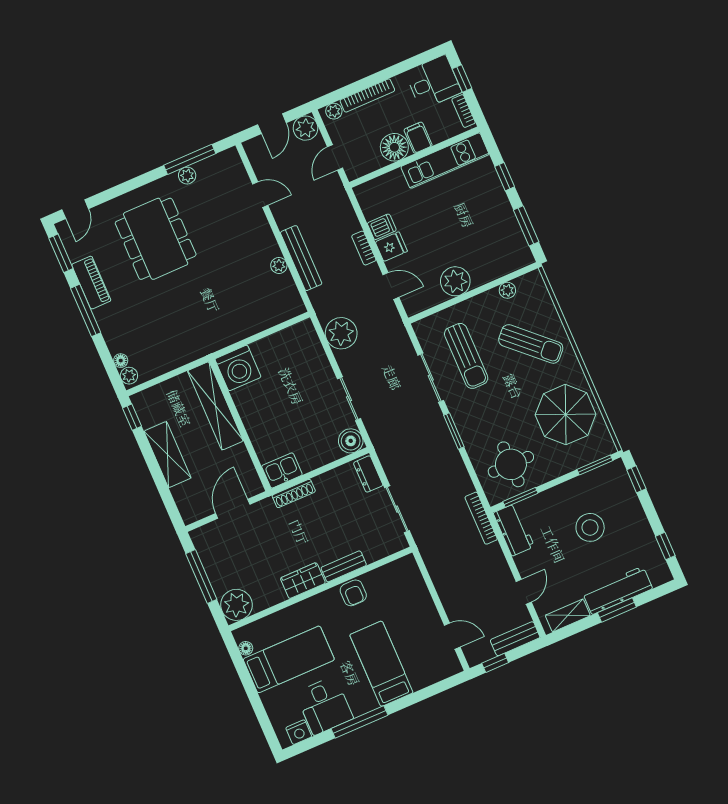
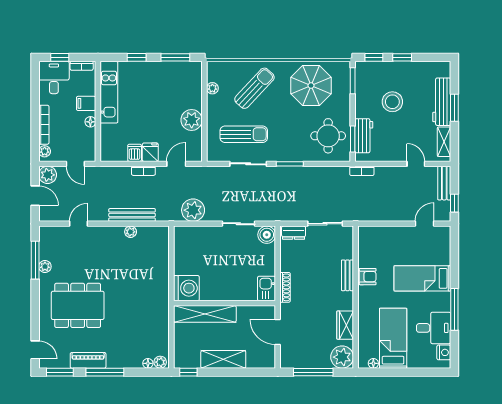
floor lamp: (394, 147) -> (90, 122), width x0.53, depth x0.53
bookcase: (481, 518) -> (362, 171), width x0.64
workbench: (514, 530) -> (364, 136), moved, turned 90
window: (665, 546) -> (402, 57), moved
wardrobe: (303, 581) -> (345, 325), moved

